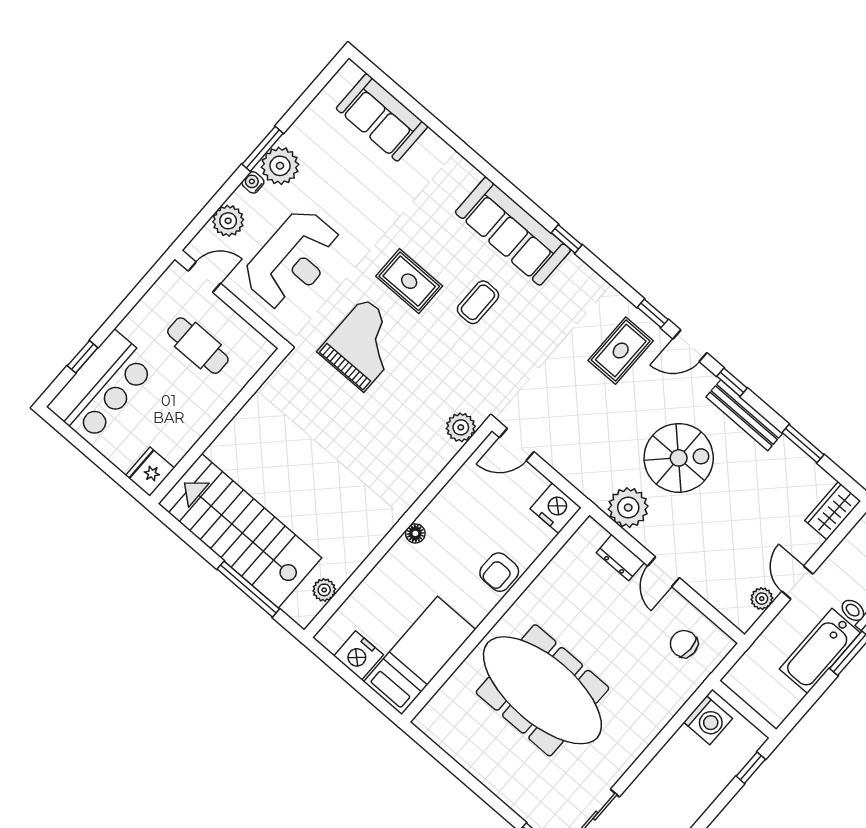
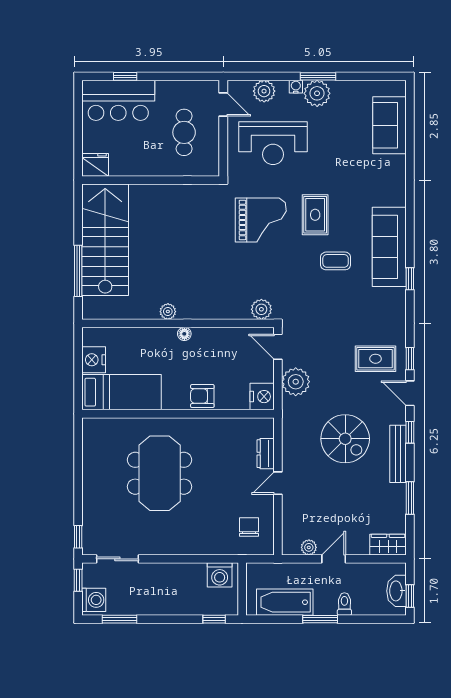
plant: (628, 508) -> (296, 382), moved
plant: (324, 590) -> (168, 312), moved
bathtub: (820, 651) -> (285, 602), moved
meeting table: (542, 690) -> (160, 473), width x0.73

